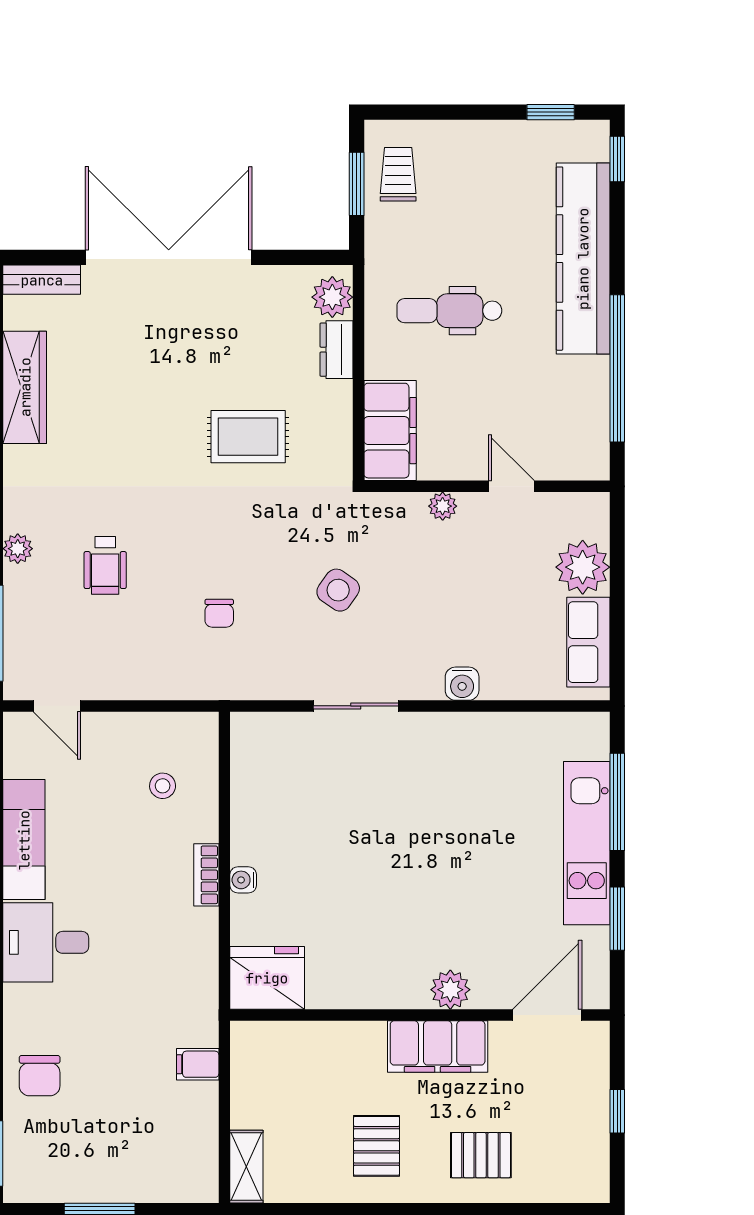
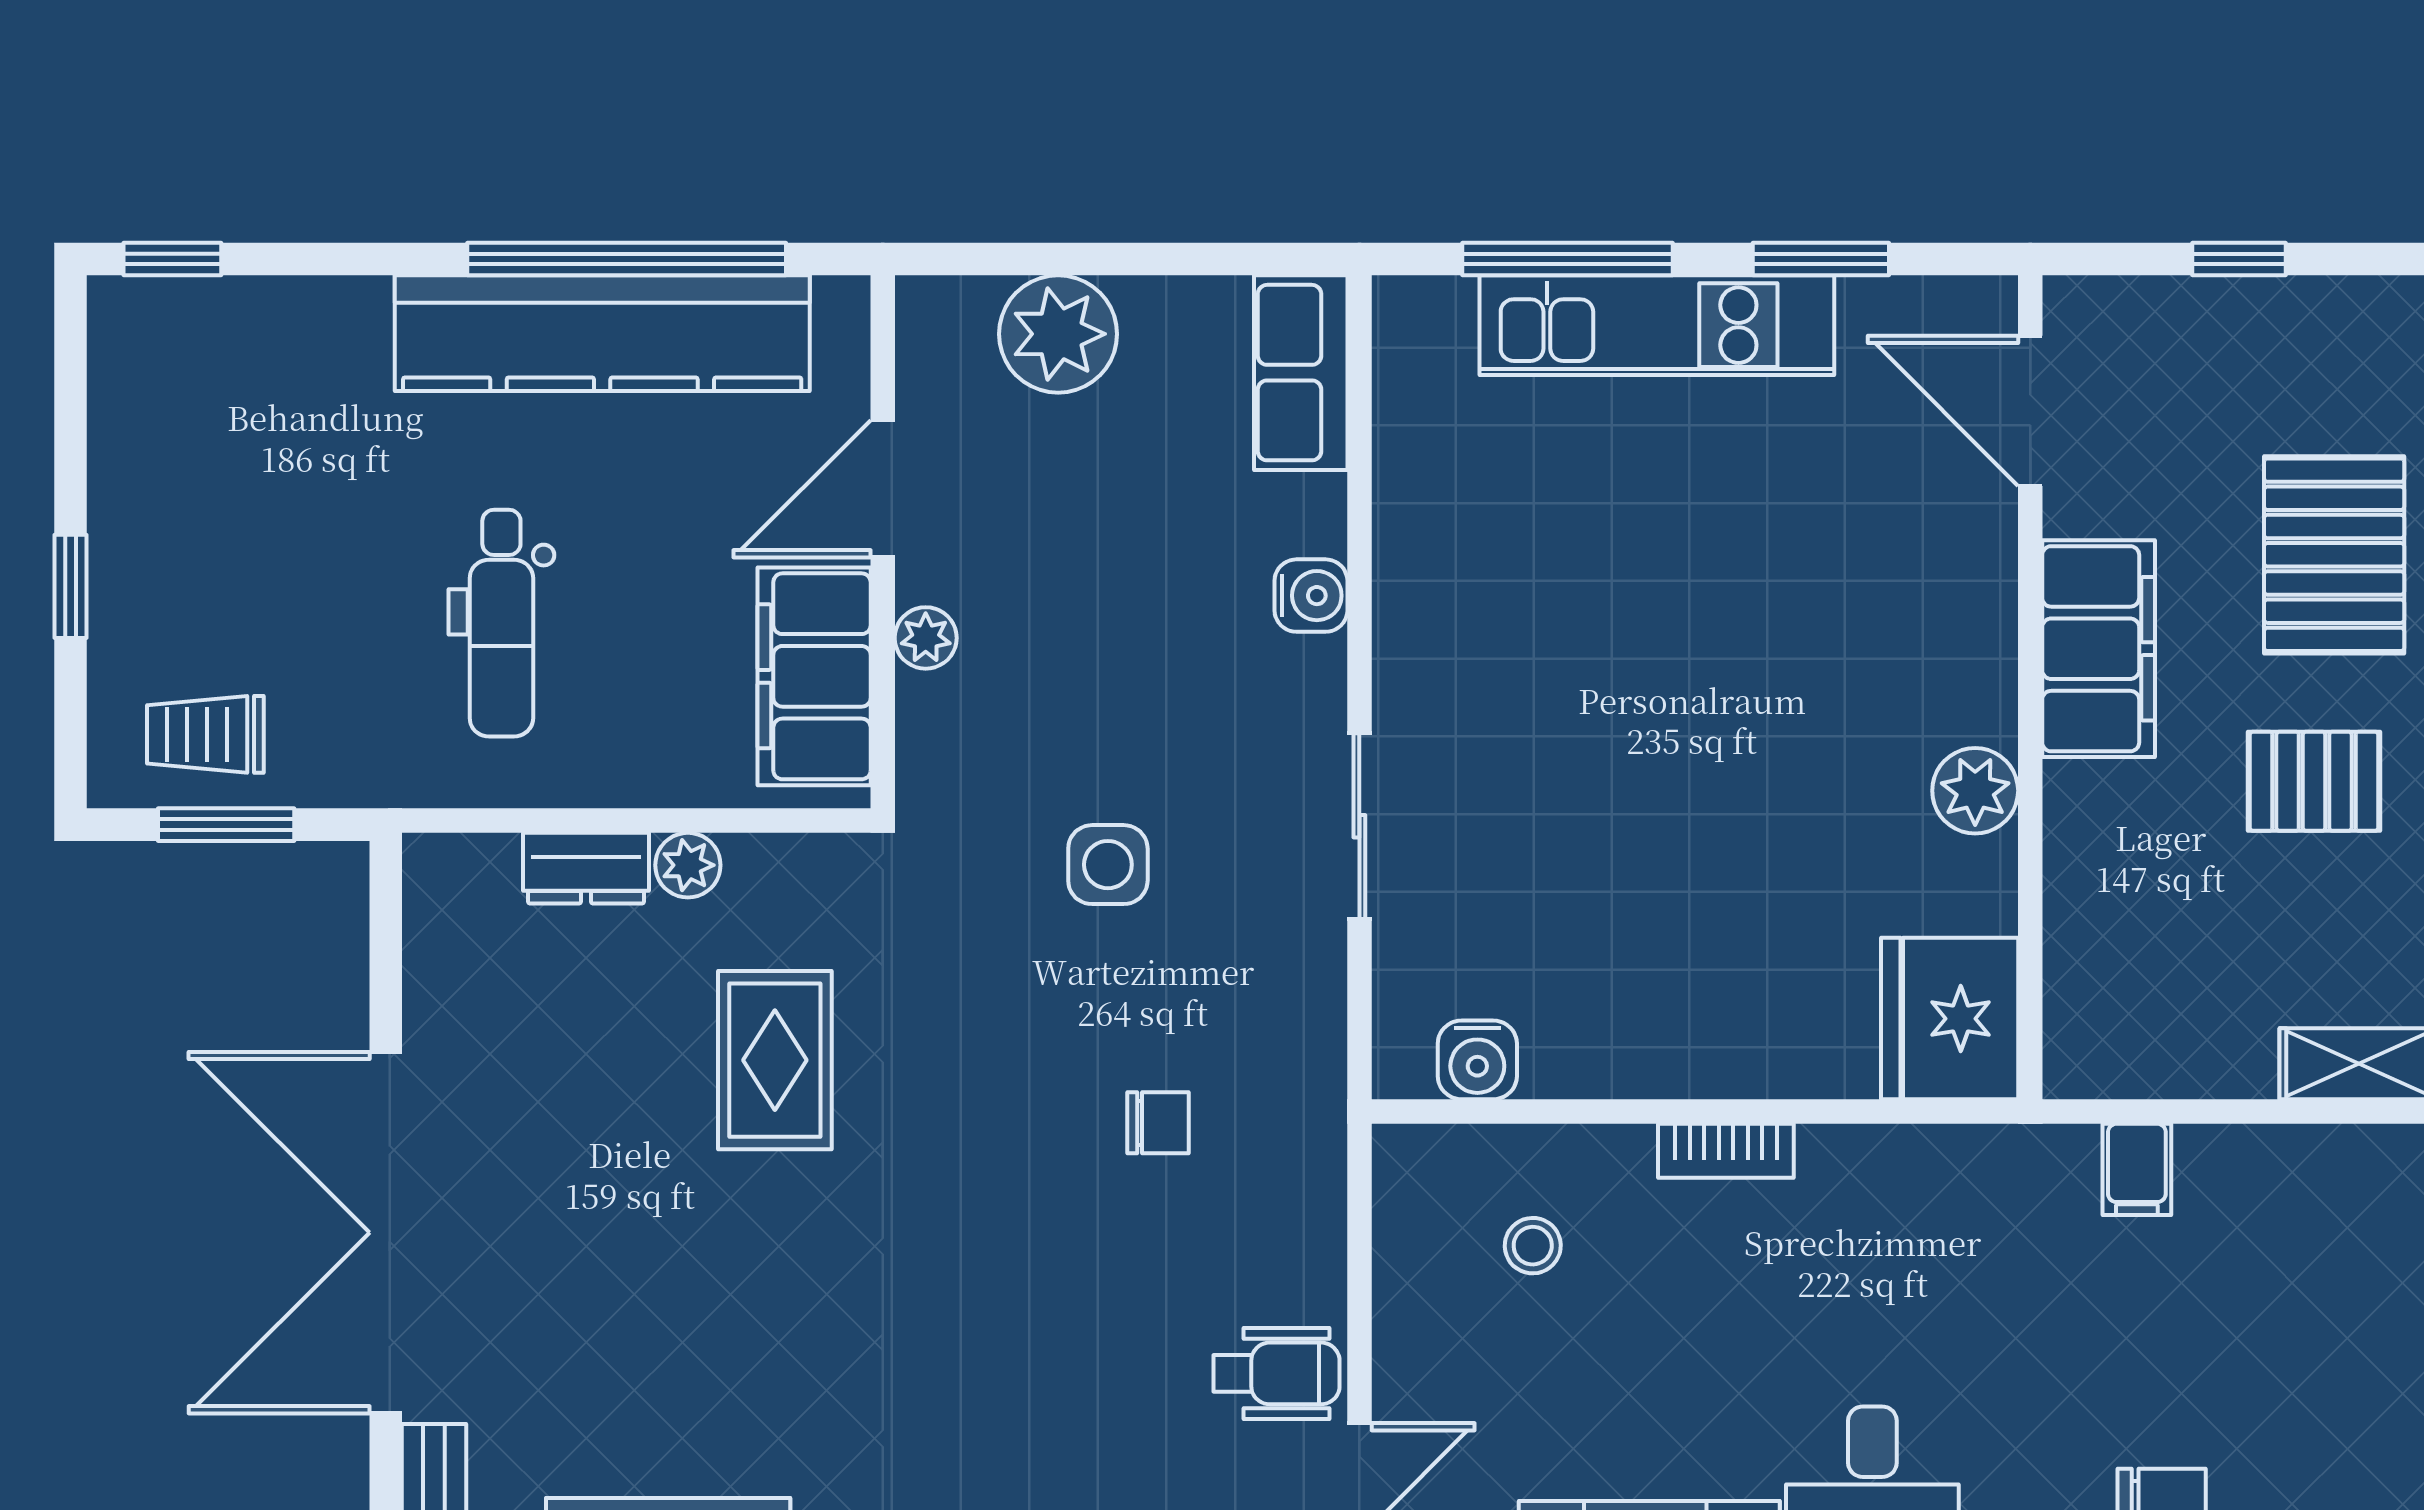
window: (551, 112) -> (71, 586), moved
kitchen counter: (583, 259) -> (602, 333), moved
plant: (332, 297) -> (688, 865), moved, width x0.73, depth x0.73
filing cabinet: (390, 431) -> (814, 676), moved, turned -90
door: (511, 486) -> (883, 489), width x1.38
wheelchair: (105, 565) -> (1276, 1373), moved
side table: (338, 590) -> (1108, 865), turned -35
row of seats: (588, 642) -> (1301, 373), moved, turned 90
water cooler: (243, 880) -> (1477, 1060), moved, width x1.38, depth x1.38
plant: (450, 990) -> (1975, 791), moved
pallet: (481, 1155) -> (2334, 555), width x1.50, depth x1.42

